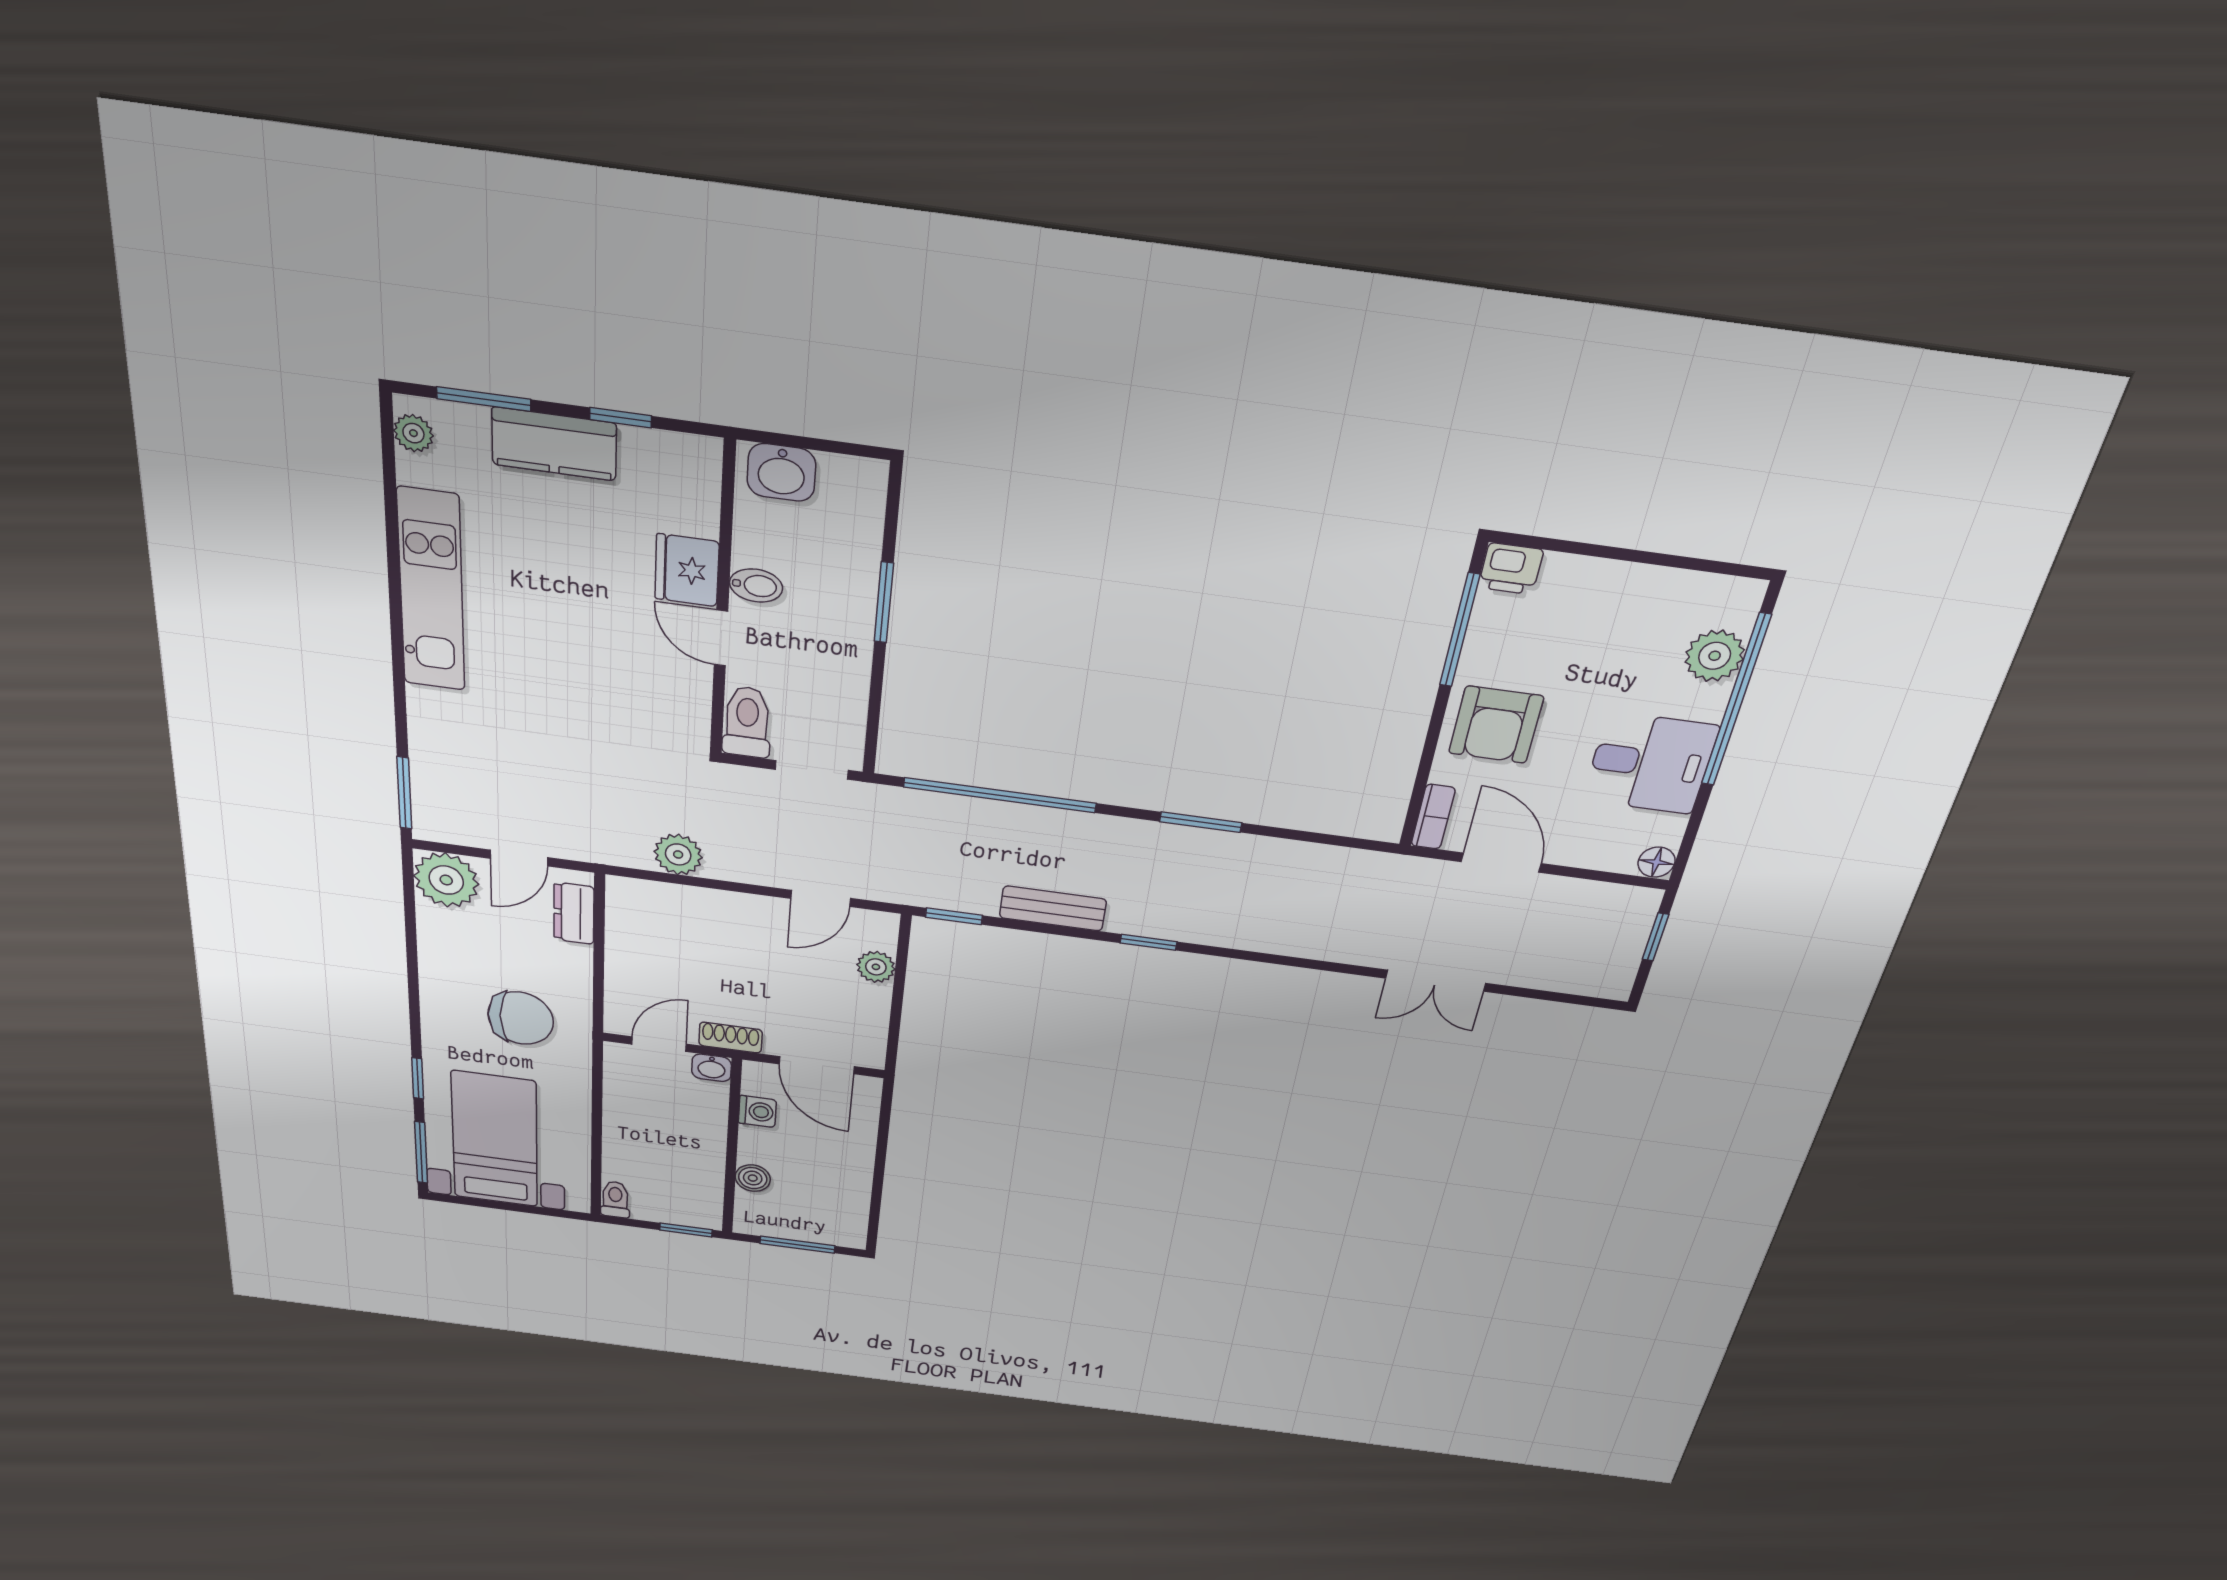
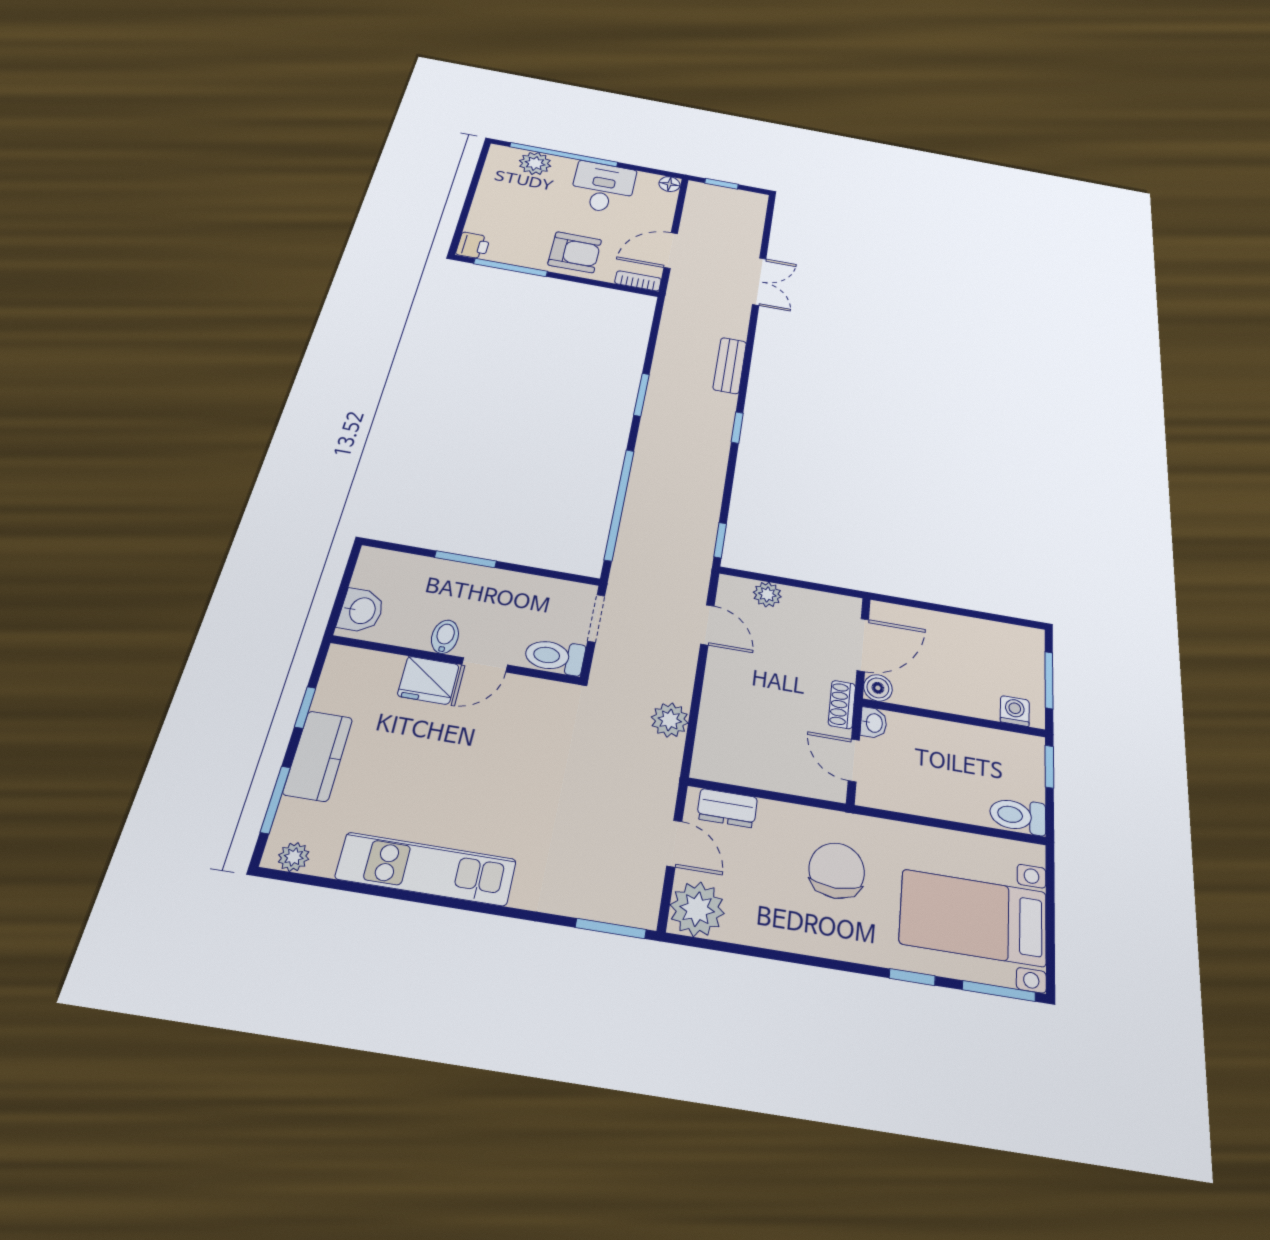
bench: (1053, 908) -> (730, 365), moved
washing machine: (757, 1111) -> (1015, 711), moved
boiler: (753, 1178) -> (878, 688), moved
toilet: (615, 1199) -> (1018, 816), width x1.37, depth x1.39

